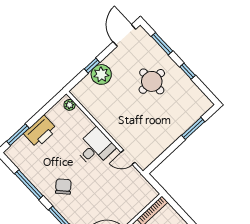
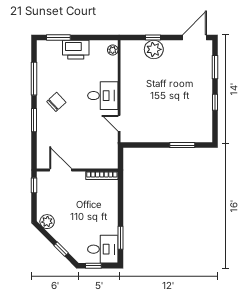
round table: (152, 81) -> (184, 86), removed

